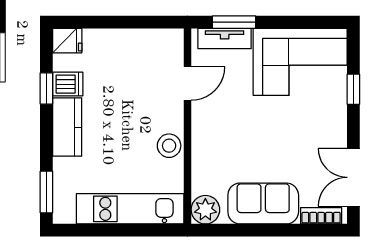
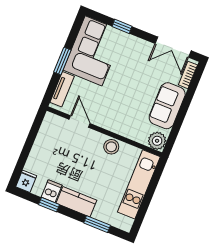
window: (234, 22) -> (62, 61), moved
window: (46, 192) -> (97, 224), moved

